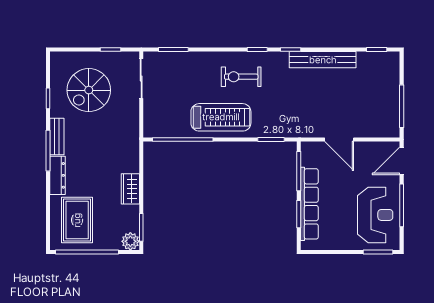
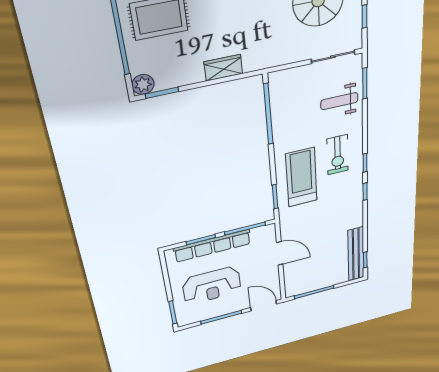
bench: (323, 60) -> (356, 254), moved
weight bench: (185, 74) -> (339, 101), added
exercise bike: (241, 77) -> (338, 155), turned 180
treadmill: (221, 117) -> (301, 177), moved, turned 180
door: (339, 140) -> (280, 253), swing flipped
wardrobe: (130, 189) -> (223, 68), moved
reception desk: (375, 215) -> (212, 286), moved

